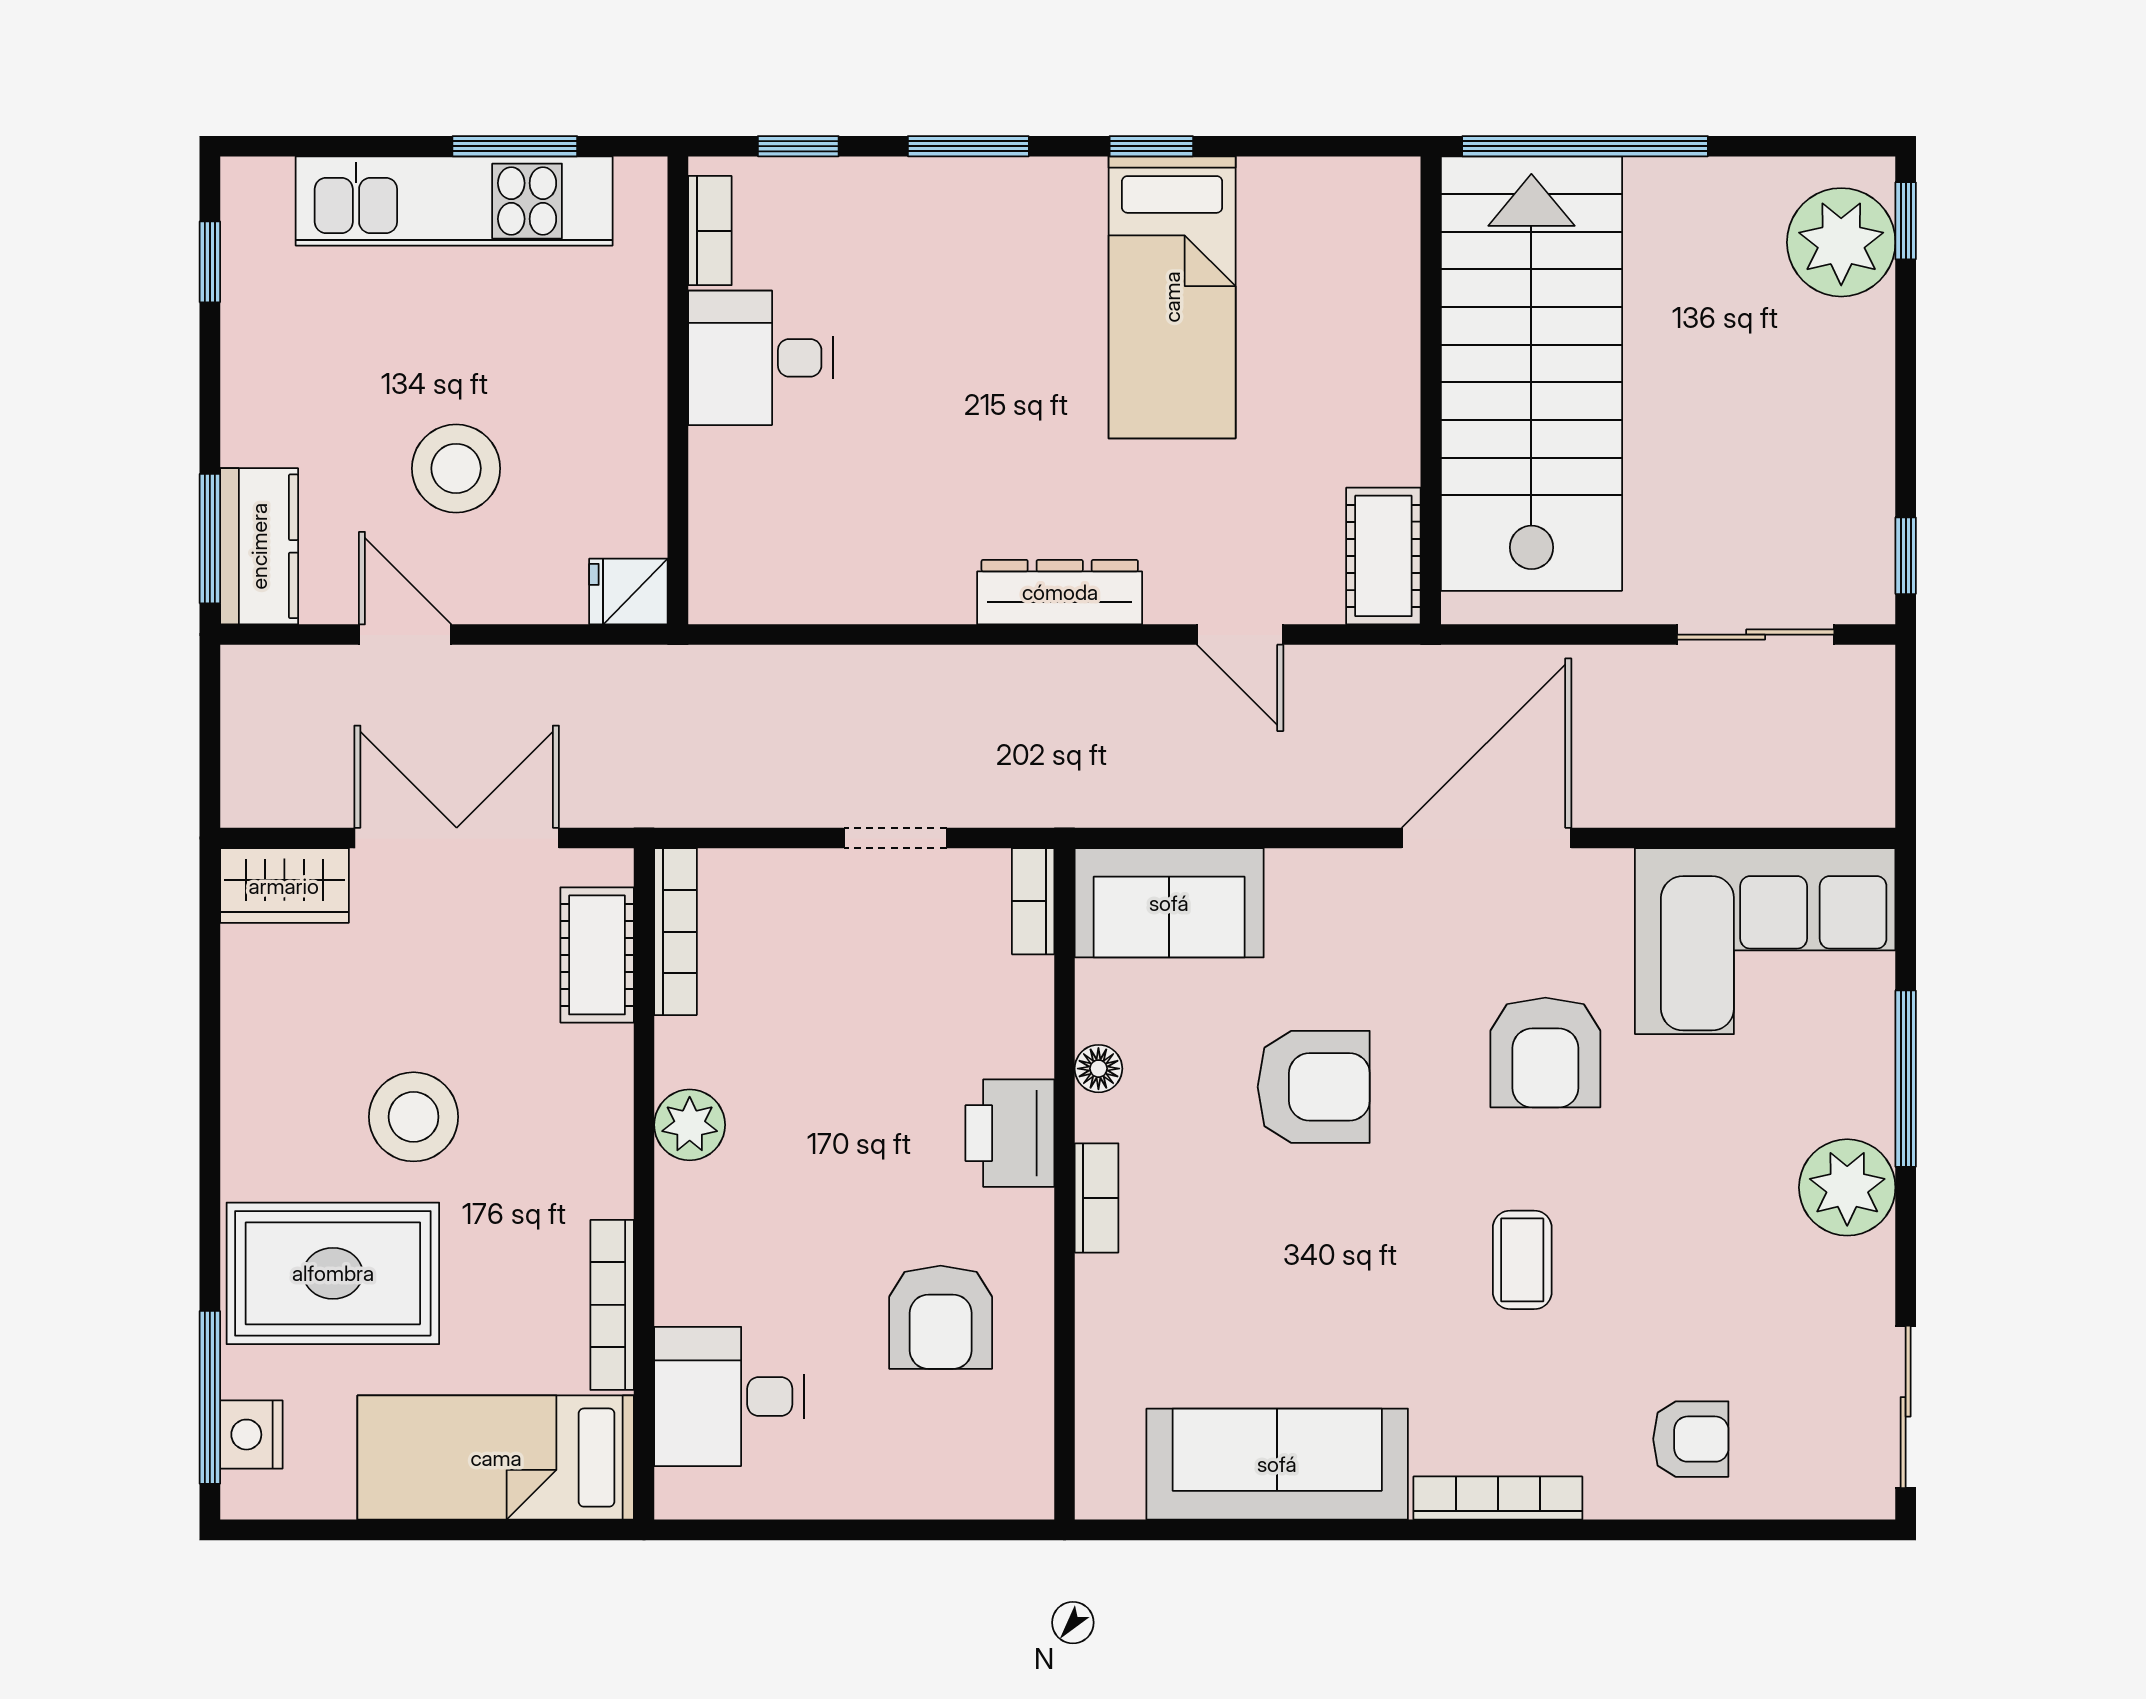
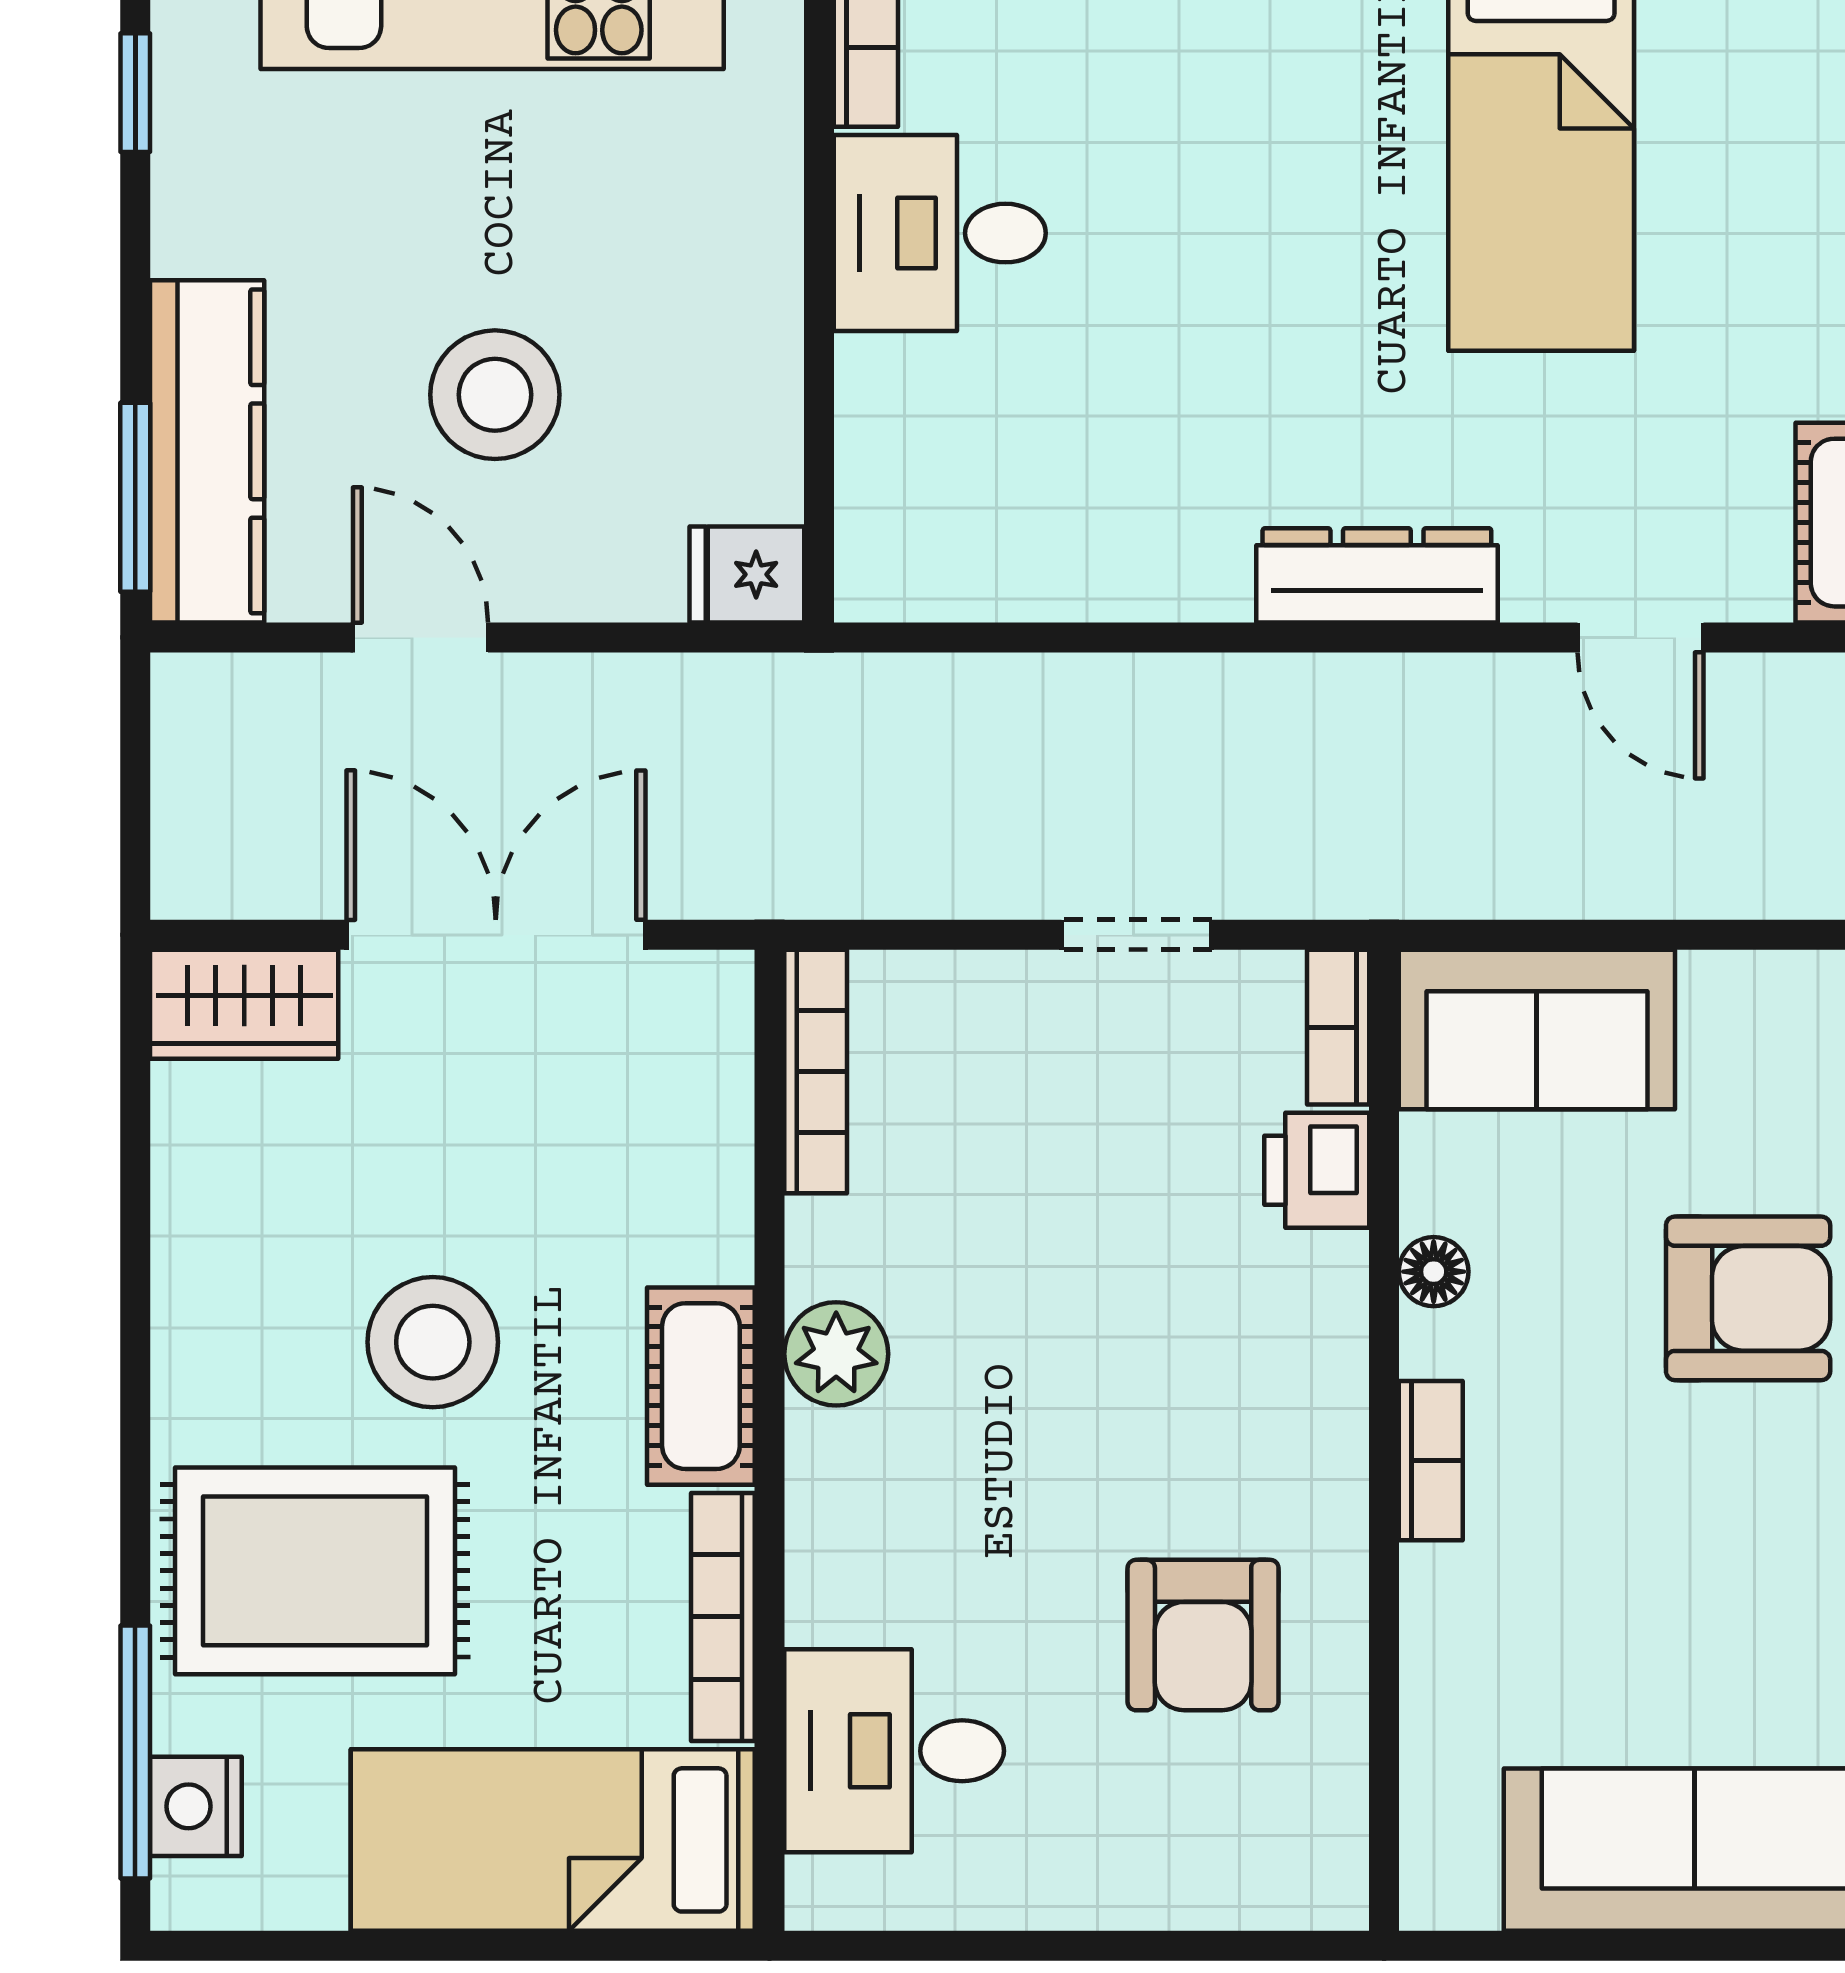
kitchen counter: (259, 546) -> (207, 451), width x1.50
cot: (597, 955) -> (701, 1386), moved
printer: (1010, 1133) -> (1317, 1170), moved, width x0.73, depth x0.81

